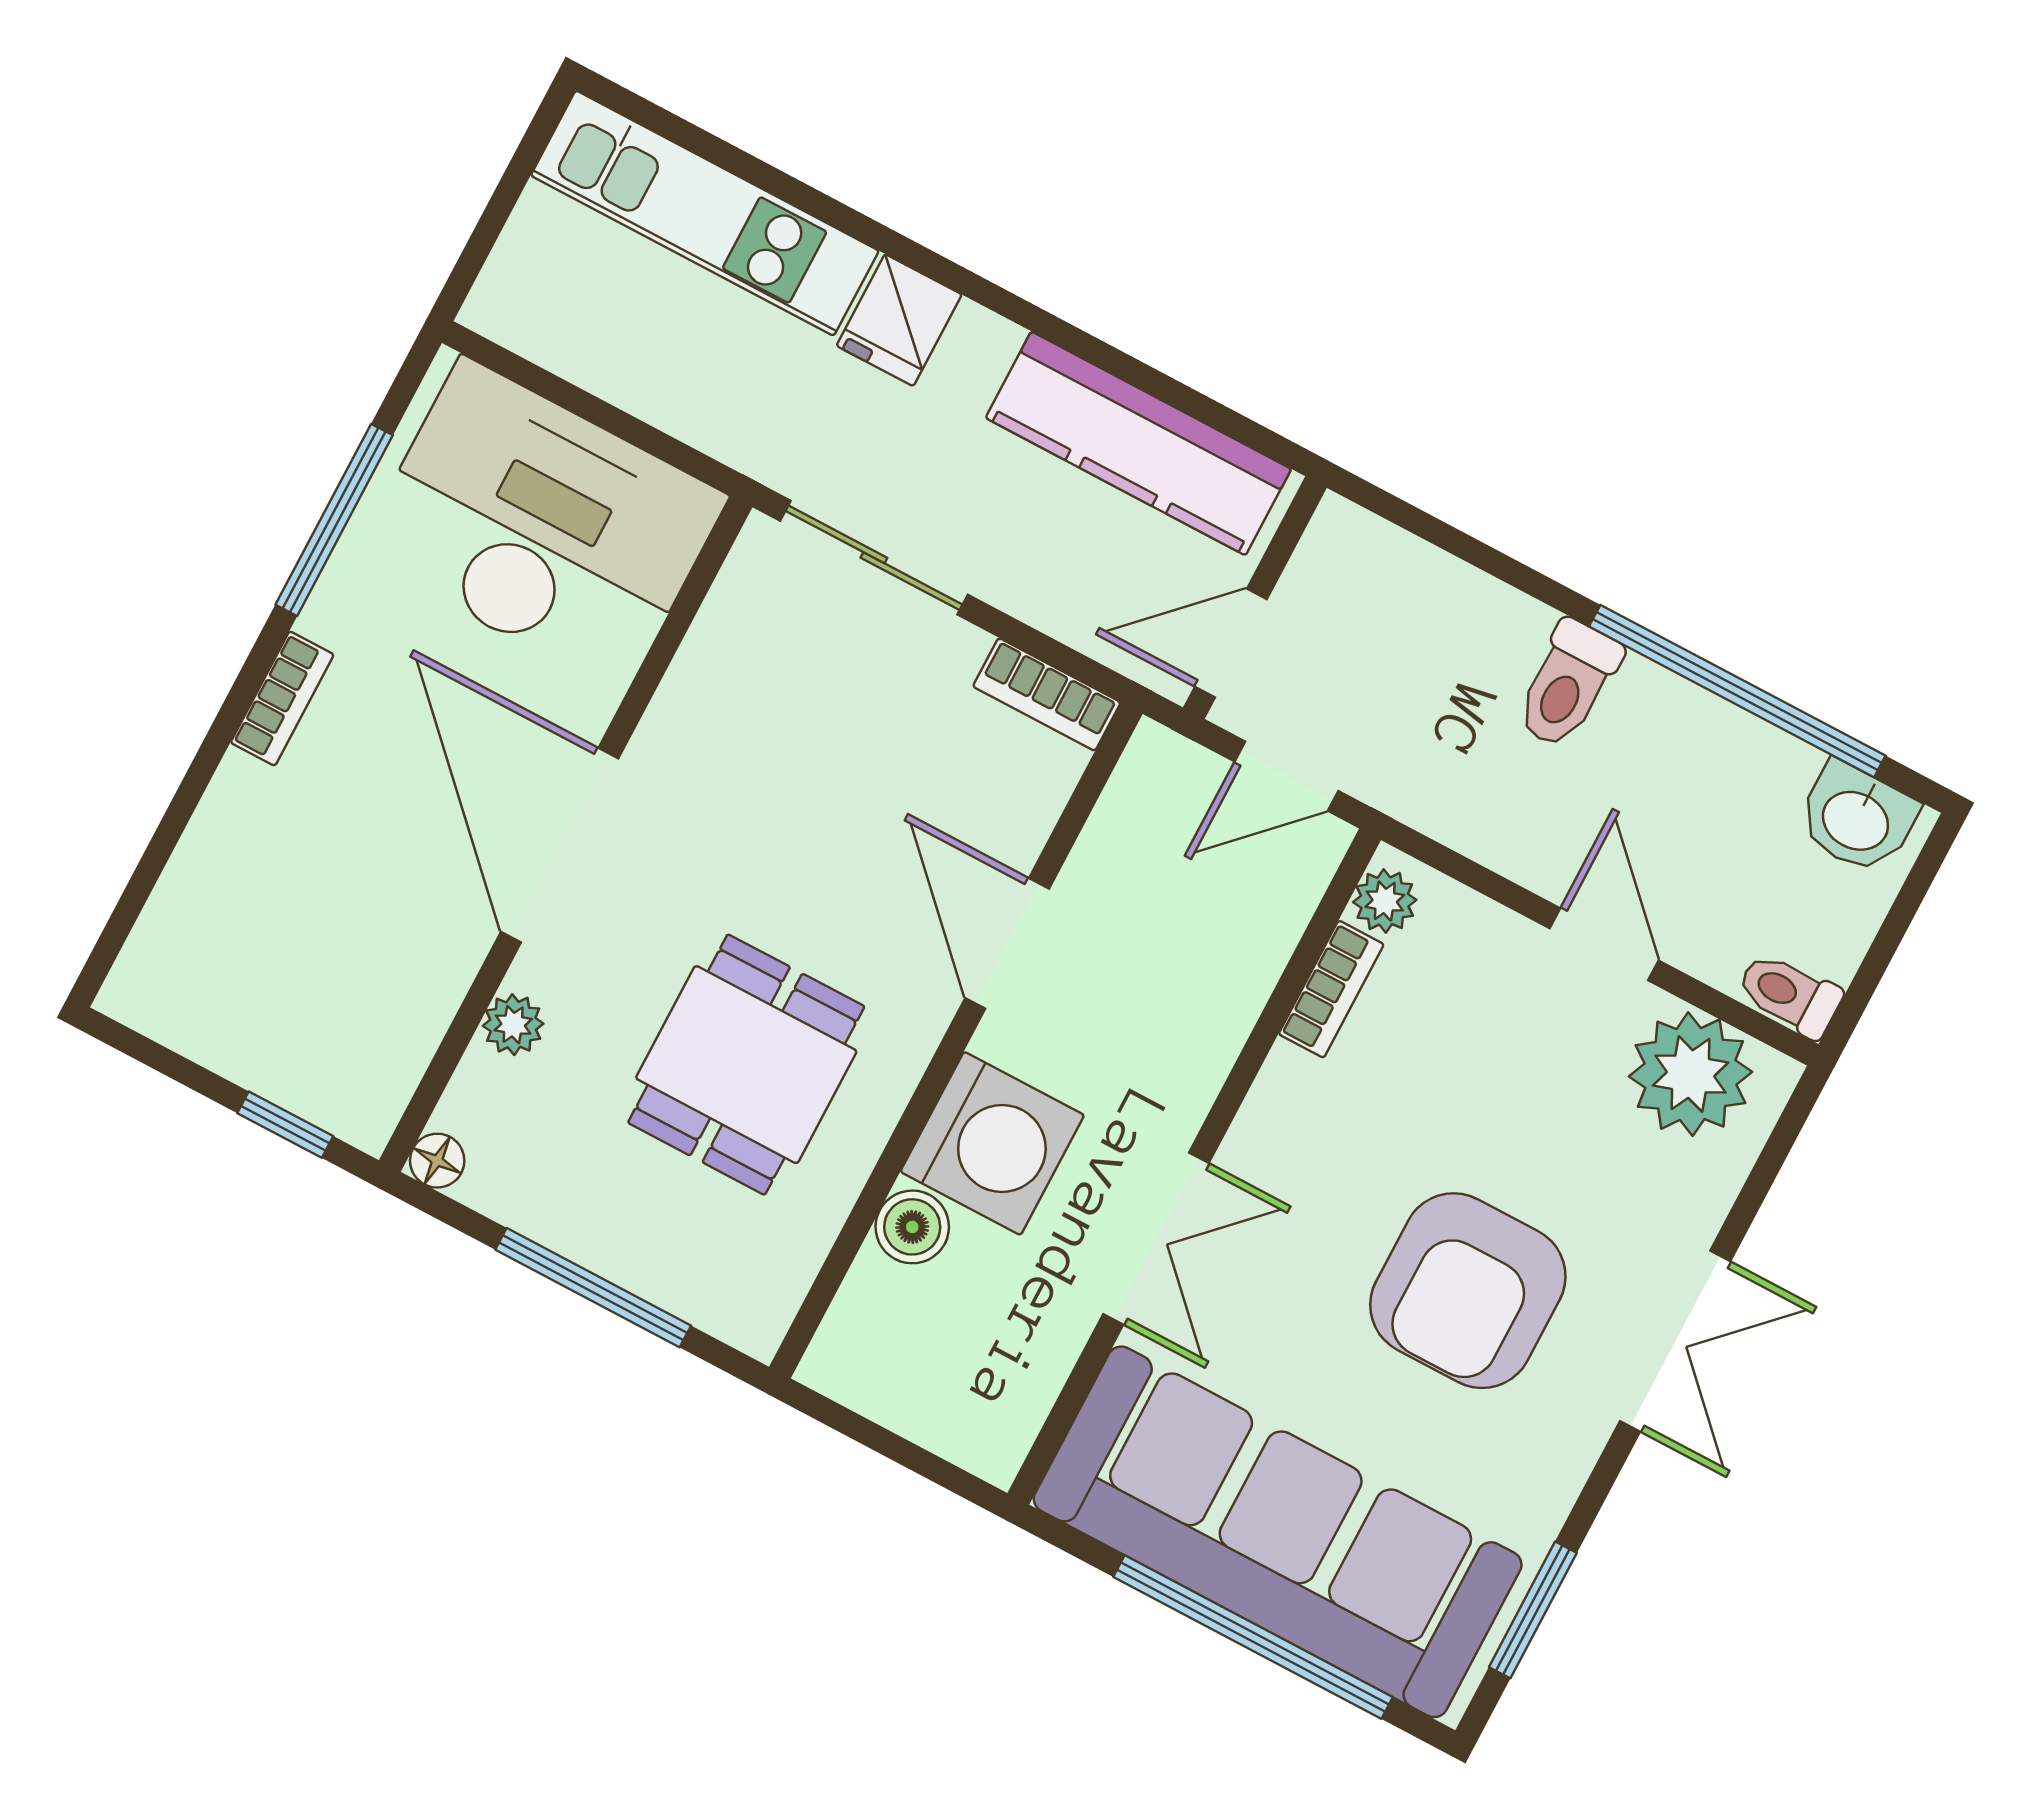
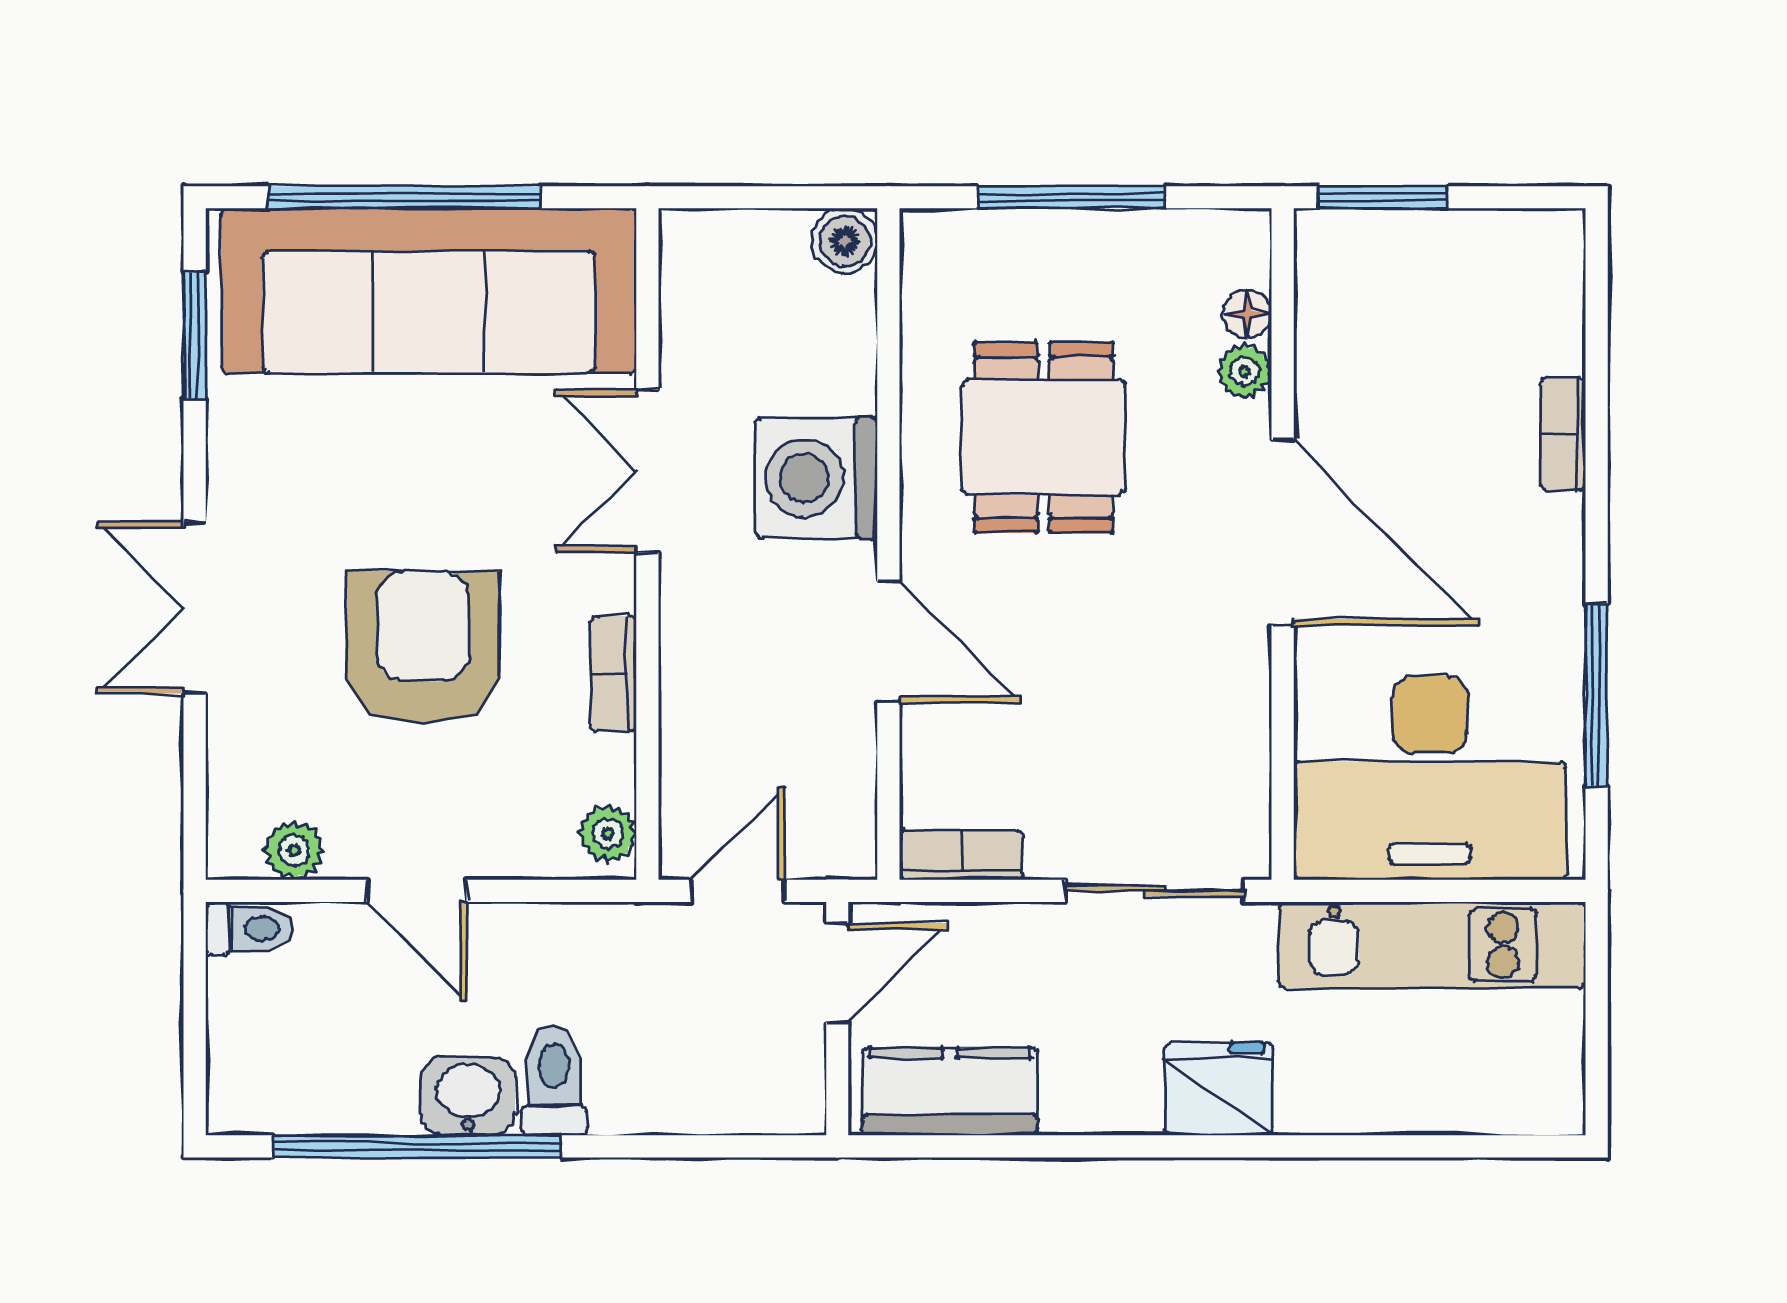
kitchen unit: (705, 213) -> (1432, 945), moved, turned 180
fridge: (899, 320) -> (1219, 1089), width x1.38
kitchen counter: (1138, 443) -> (950, 1092), width x0.67
bookcase: (282, 699) -> (1563, 434), moved
washbasin: (1857, 818) -> (468, 1096), moved
bookcase: (1331, 989) -> (613, 674), moved
plant: (1690, 1074) -> (294, 850), width x0.53, depth x0.53
window: (285, 1125) -> (1382, 197), width x1.50
floor lamp: (437, 1161) -> (1248, 314), moved
boiler: (912, 1227) -> (845, 241), moved
armchair: (1468, 1291) -> (423, 647), moved

